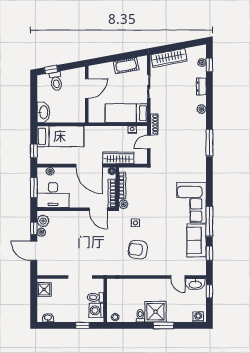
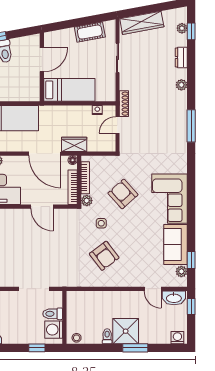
bed: (126, 113) -> (69, 90), moved, turned 180
wardrobe: (118, 158) -> (74, 144), width x0.67
armchair: (153, 199) -> (123, 194), added
door: (98, 209) -> (42, 207), moved
window: (209, 221) -> (191, 221), removed
armchair: (138, 250) -> (104, 256), turned -133
plant: (201, 263) -> (181, 271), added

